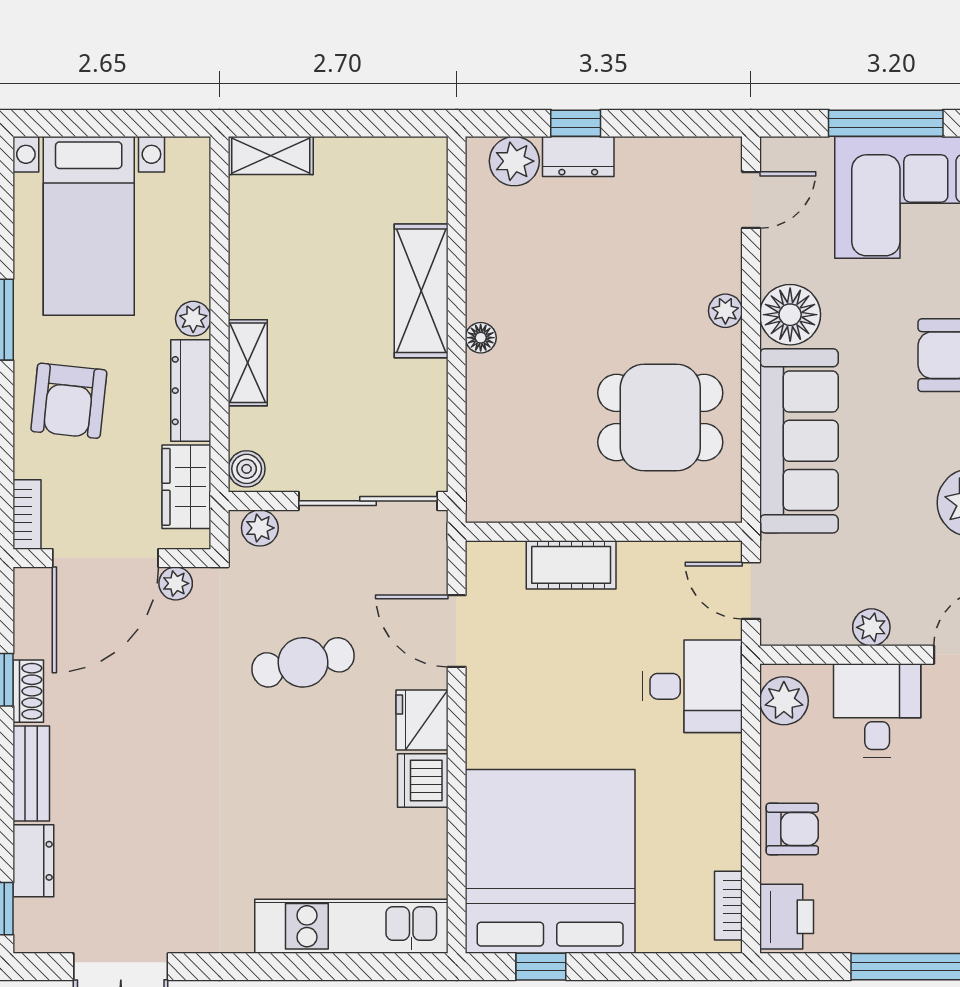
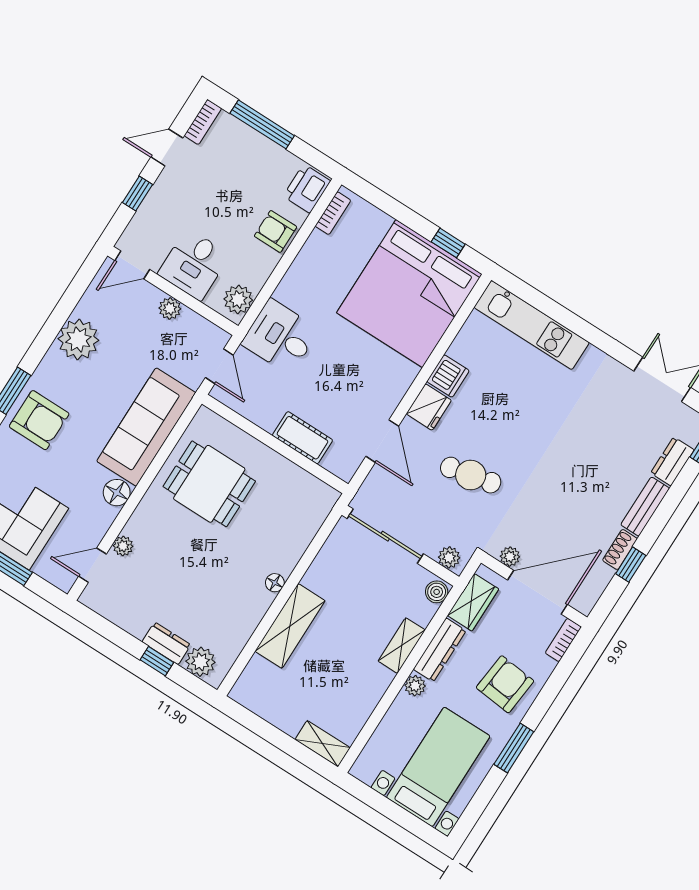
plant: (725, 311) -> (123, 546), moved
floor lamp: (790, 315) -> (117, 493), width x0.73, depth x0.73

